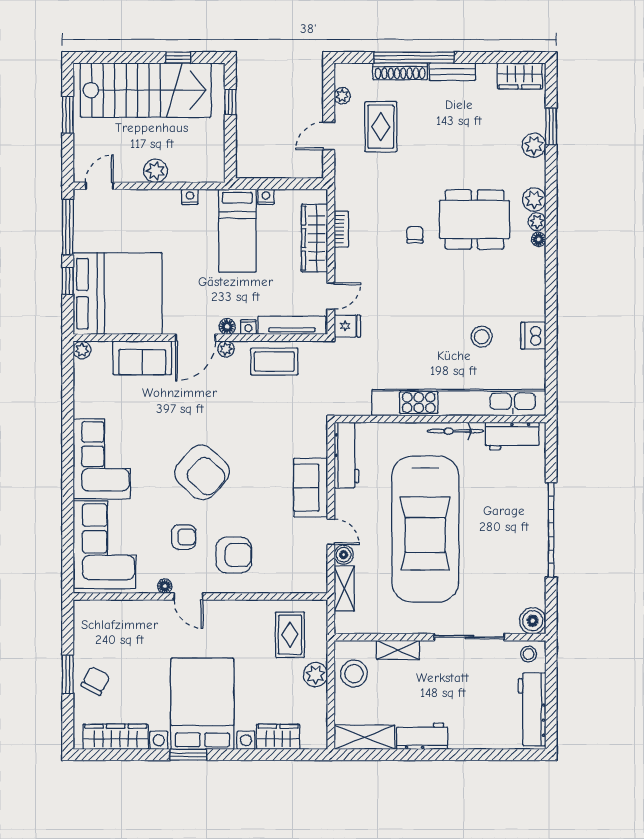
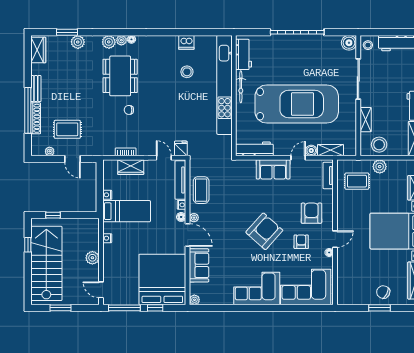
wardrobe: (315, 238) -> (131, 167), width x0.67
tv unit: (300, 584) -> (328, 176), added

